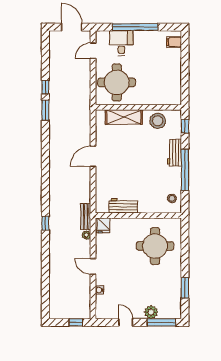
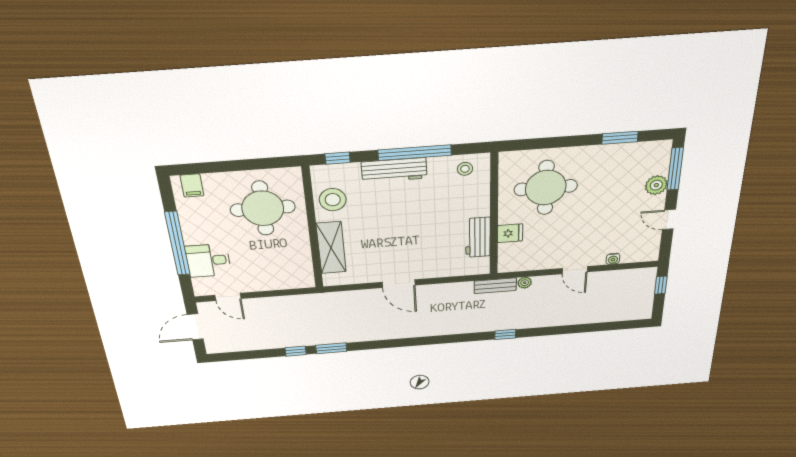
round table: (117, 82) -> (263, 208), moved
workbench: (174, 153) -> (394, 170), width x1.38
fridge: (103, 225) -> (510, 233), moved
door: (93, 266) -> (575, 270), hinge flipped
door: (126, 322) -> (669, 220), hinge flipped

